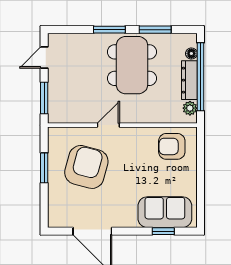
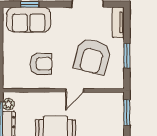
armchair: (172, 146) -> (41, 64), moved
tv unit: (55, 209) -> (118, 22), added

